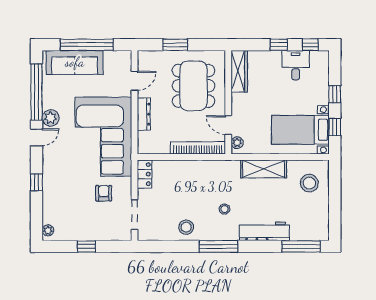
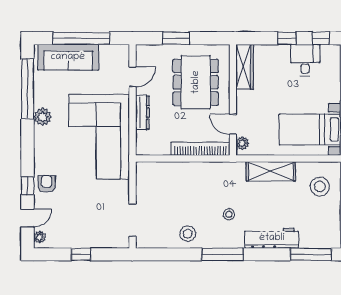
door: (37, 137) -> (27, 218), moved
locker: (145, 174) -> (143, 177), removed
armchair: (104, 193) -> (47, 184), moved

